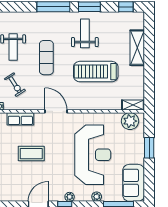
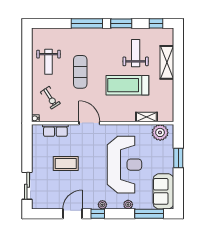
weight bench: (85, 33) -> (136, 53), moved
shelving: (133, 105) -> (146, 117), moved

